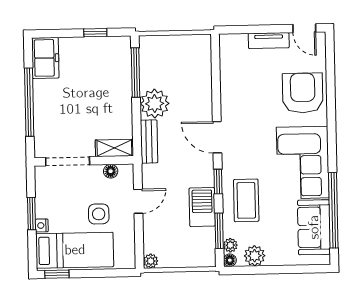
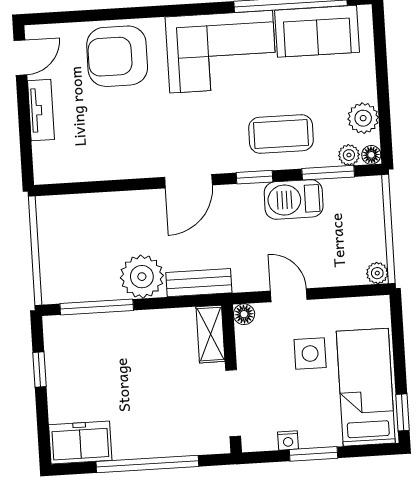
floor lamp: (111, 171) -> (244, 314), moved
nightstand: (42, 225) -> (288, 440), moved

